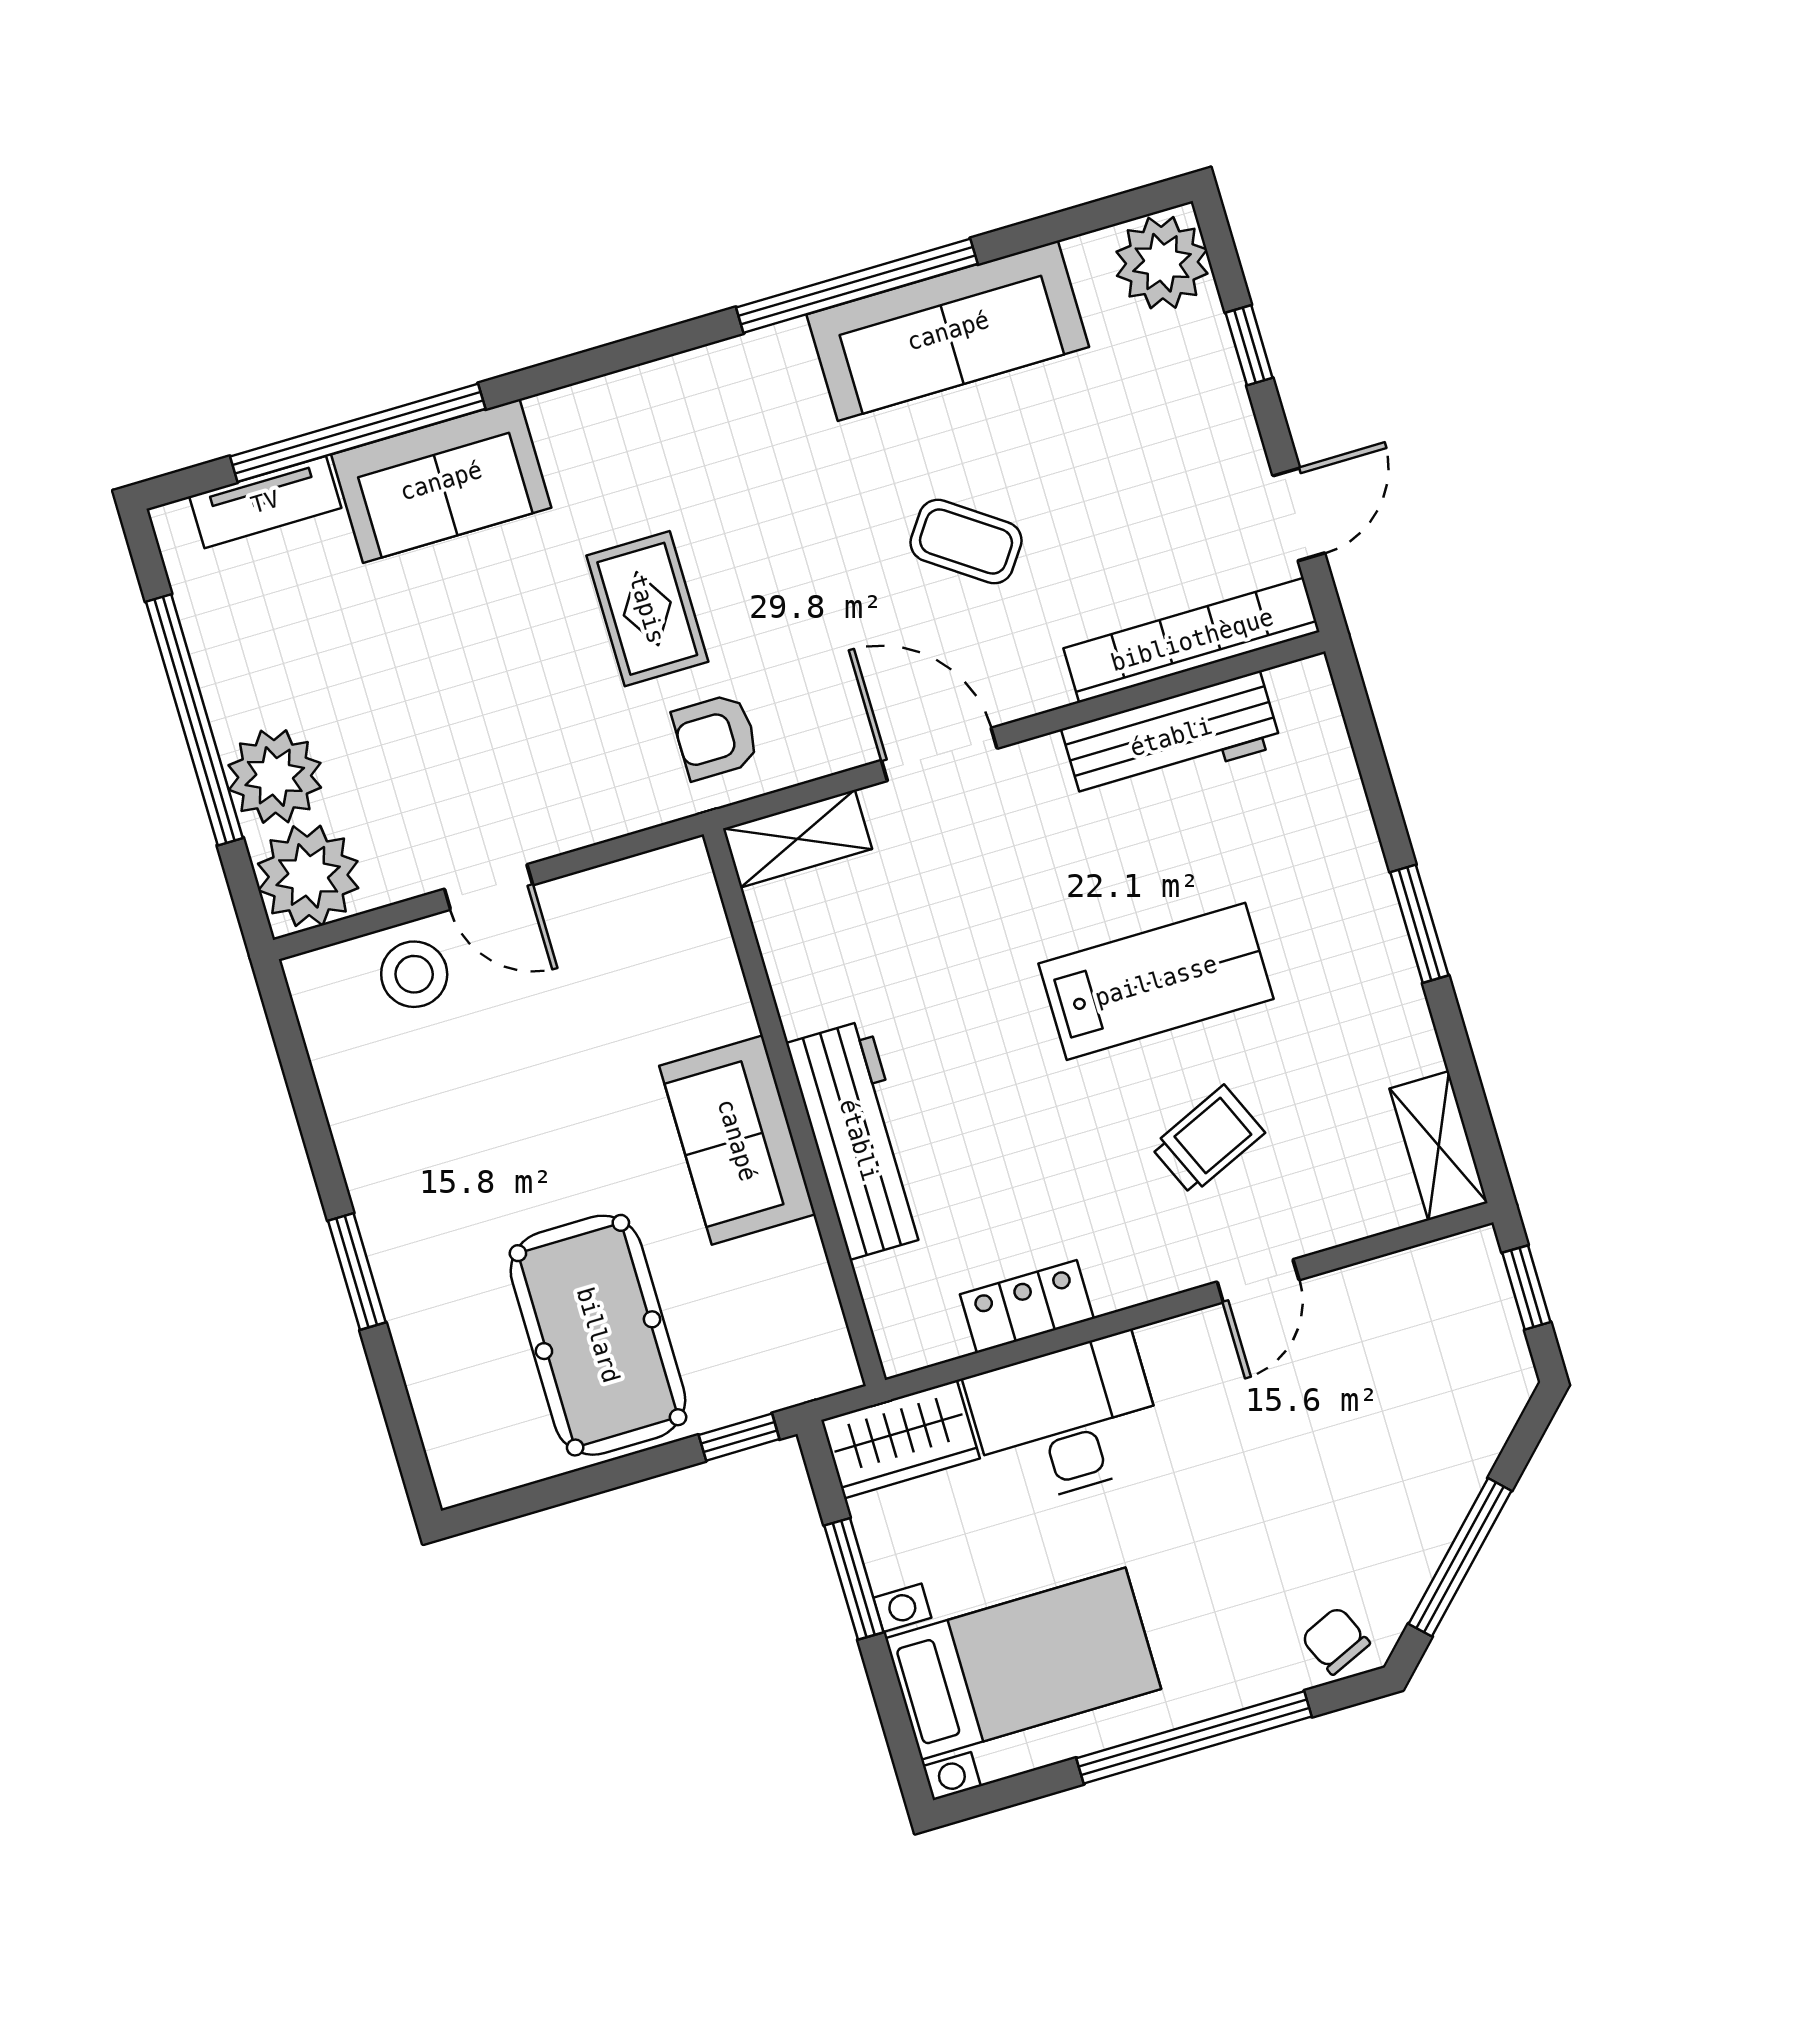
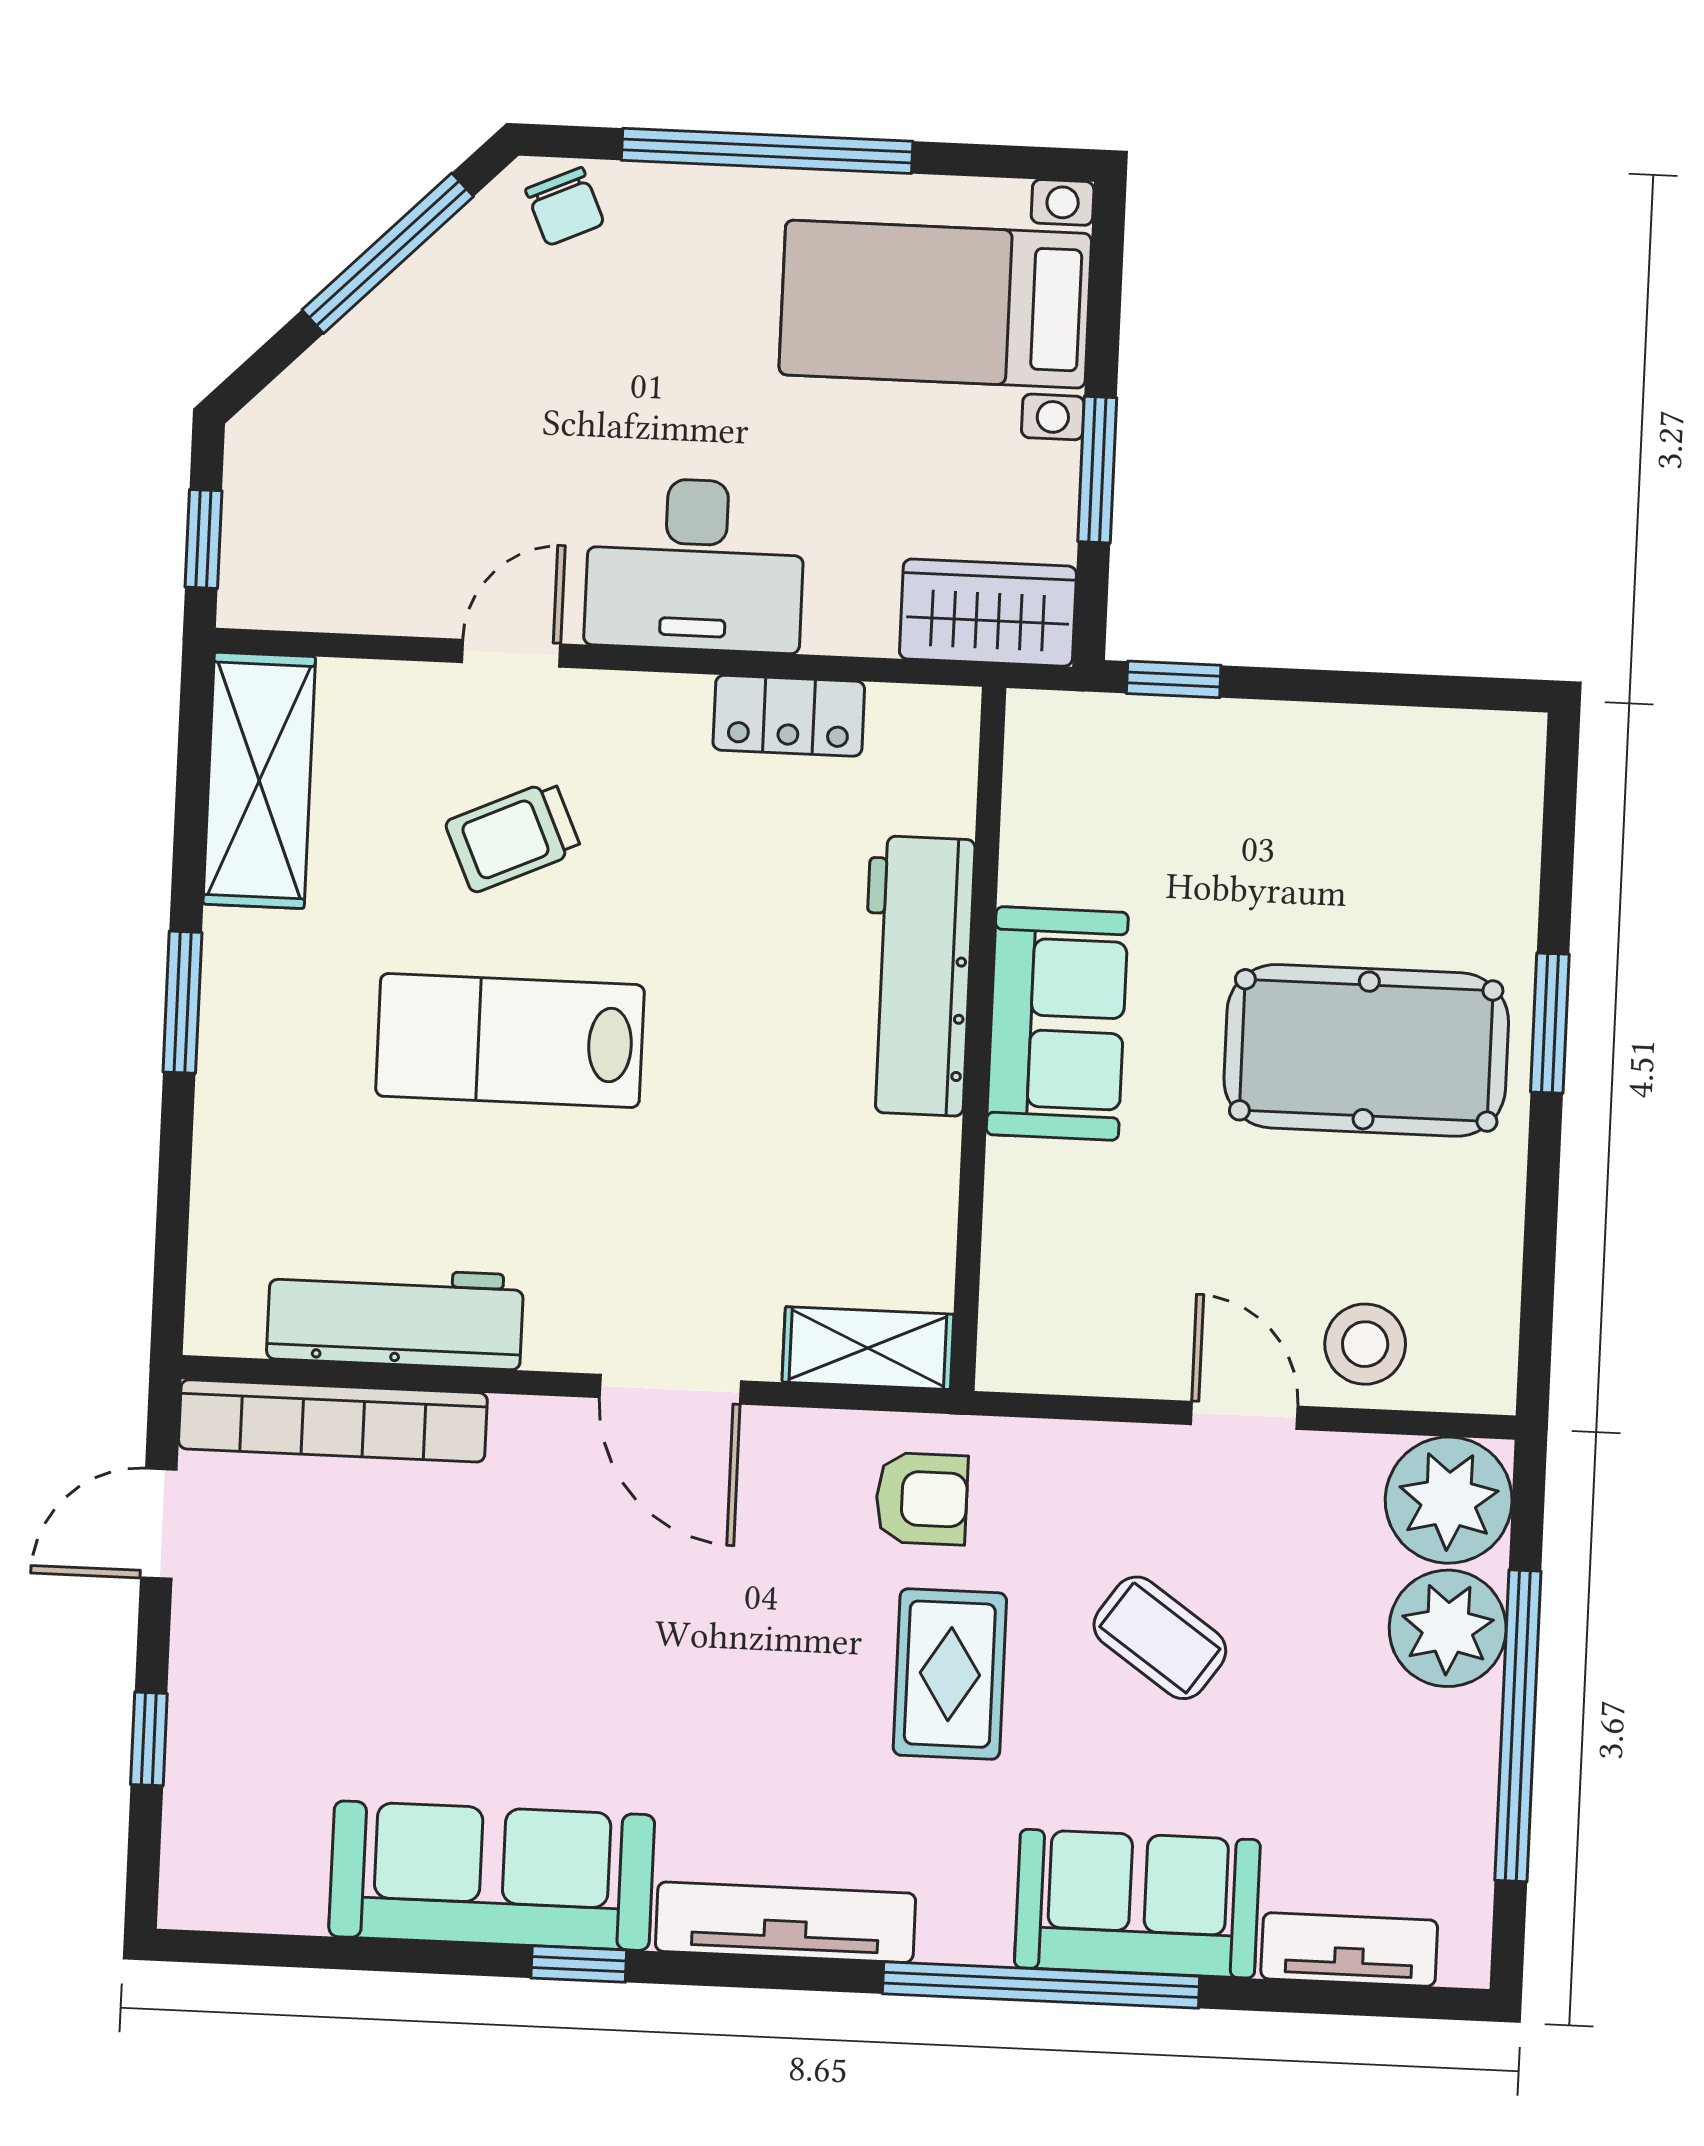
plant: (1162, 263) -> (217, 1869), removed
window: (857, 286) -> (579, 1964), width x0.32
tv unit: (708, 373) -> (785, 1922), added
window: (358, 433) -> (1041, 1985), moved
coffee table: (966, 542) -> (1160, 1638), moved
shelving: (1439, 1146) -> (259, 780), width x1.50, depth x1.33
pool table: (598, 1335) -> (1366, 1050), moved, turned 90
desk: (1066, 1420) -> (695, 565), moved

